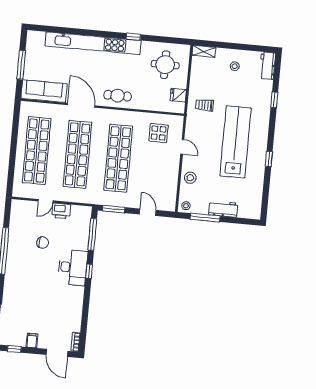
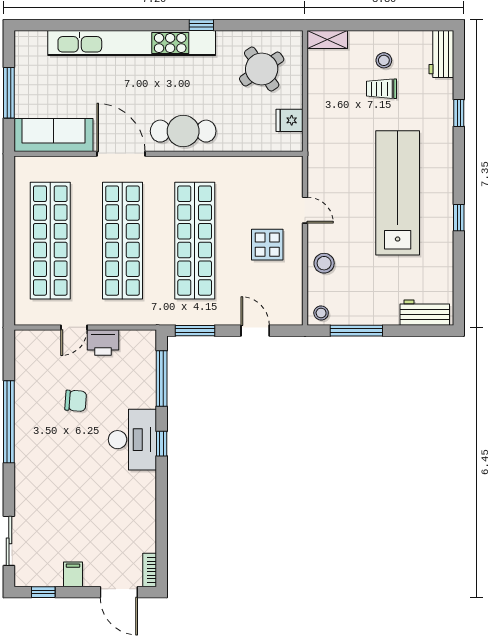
round table: (165, 65) -> (262, 69), turned -34
cafe table: (118, 96) -> (183, 131), width x1.37, depth x1.35
trolley: (204, 105) -> (381, 89), moved
display table: (159, 133) -> (267, 245), moved
workbench: (223, 209) -> (425, 313), moved

